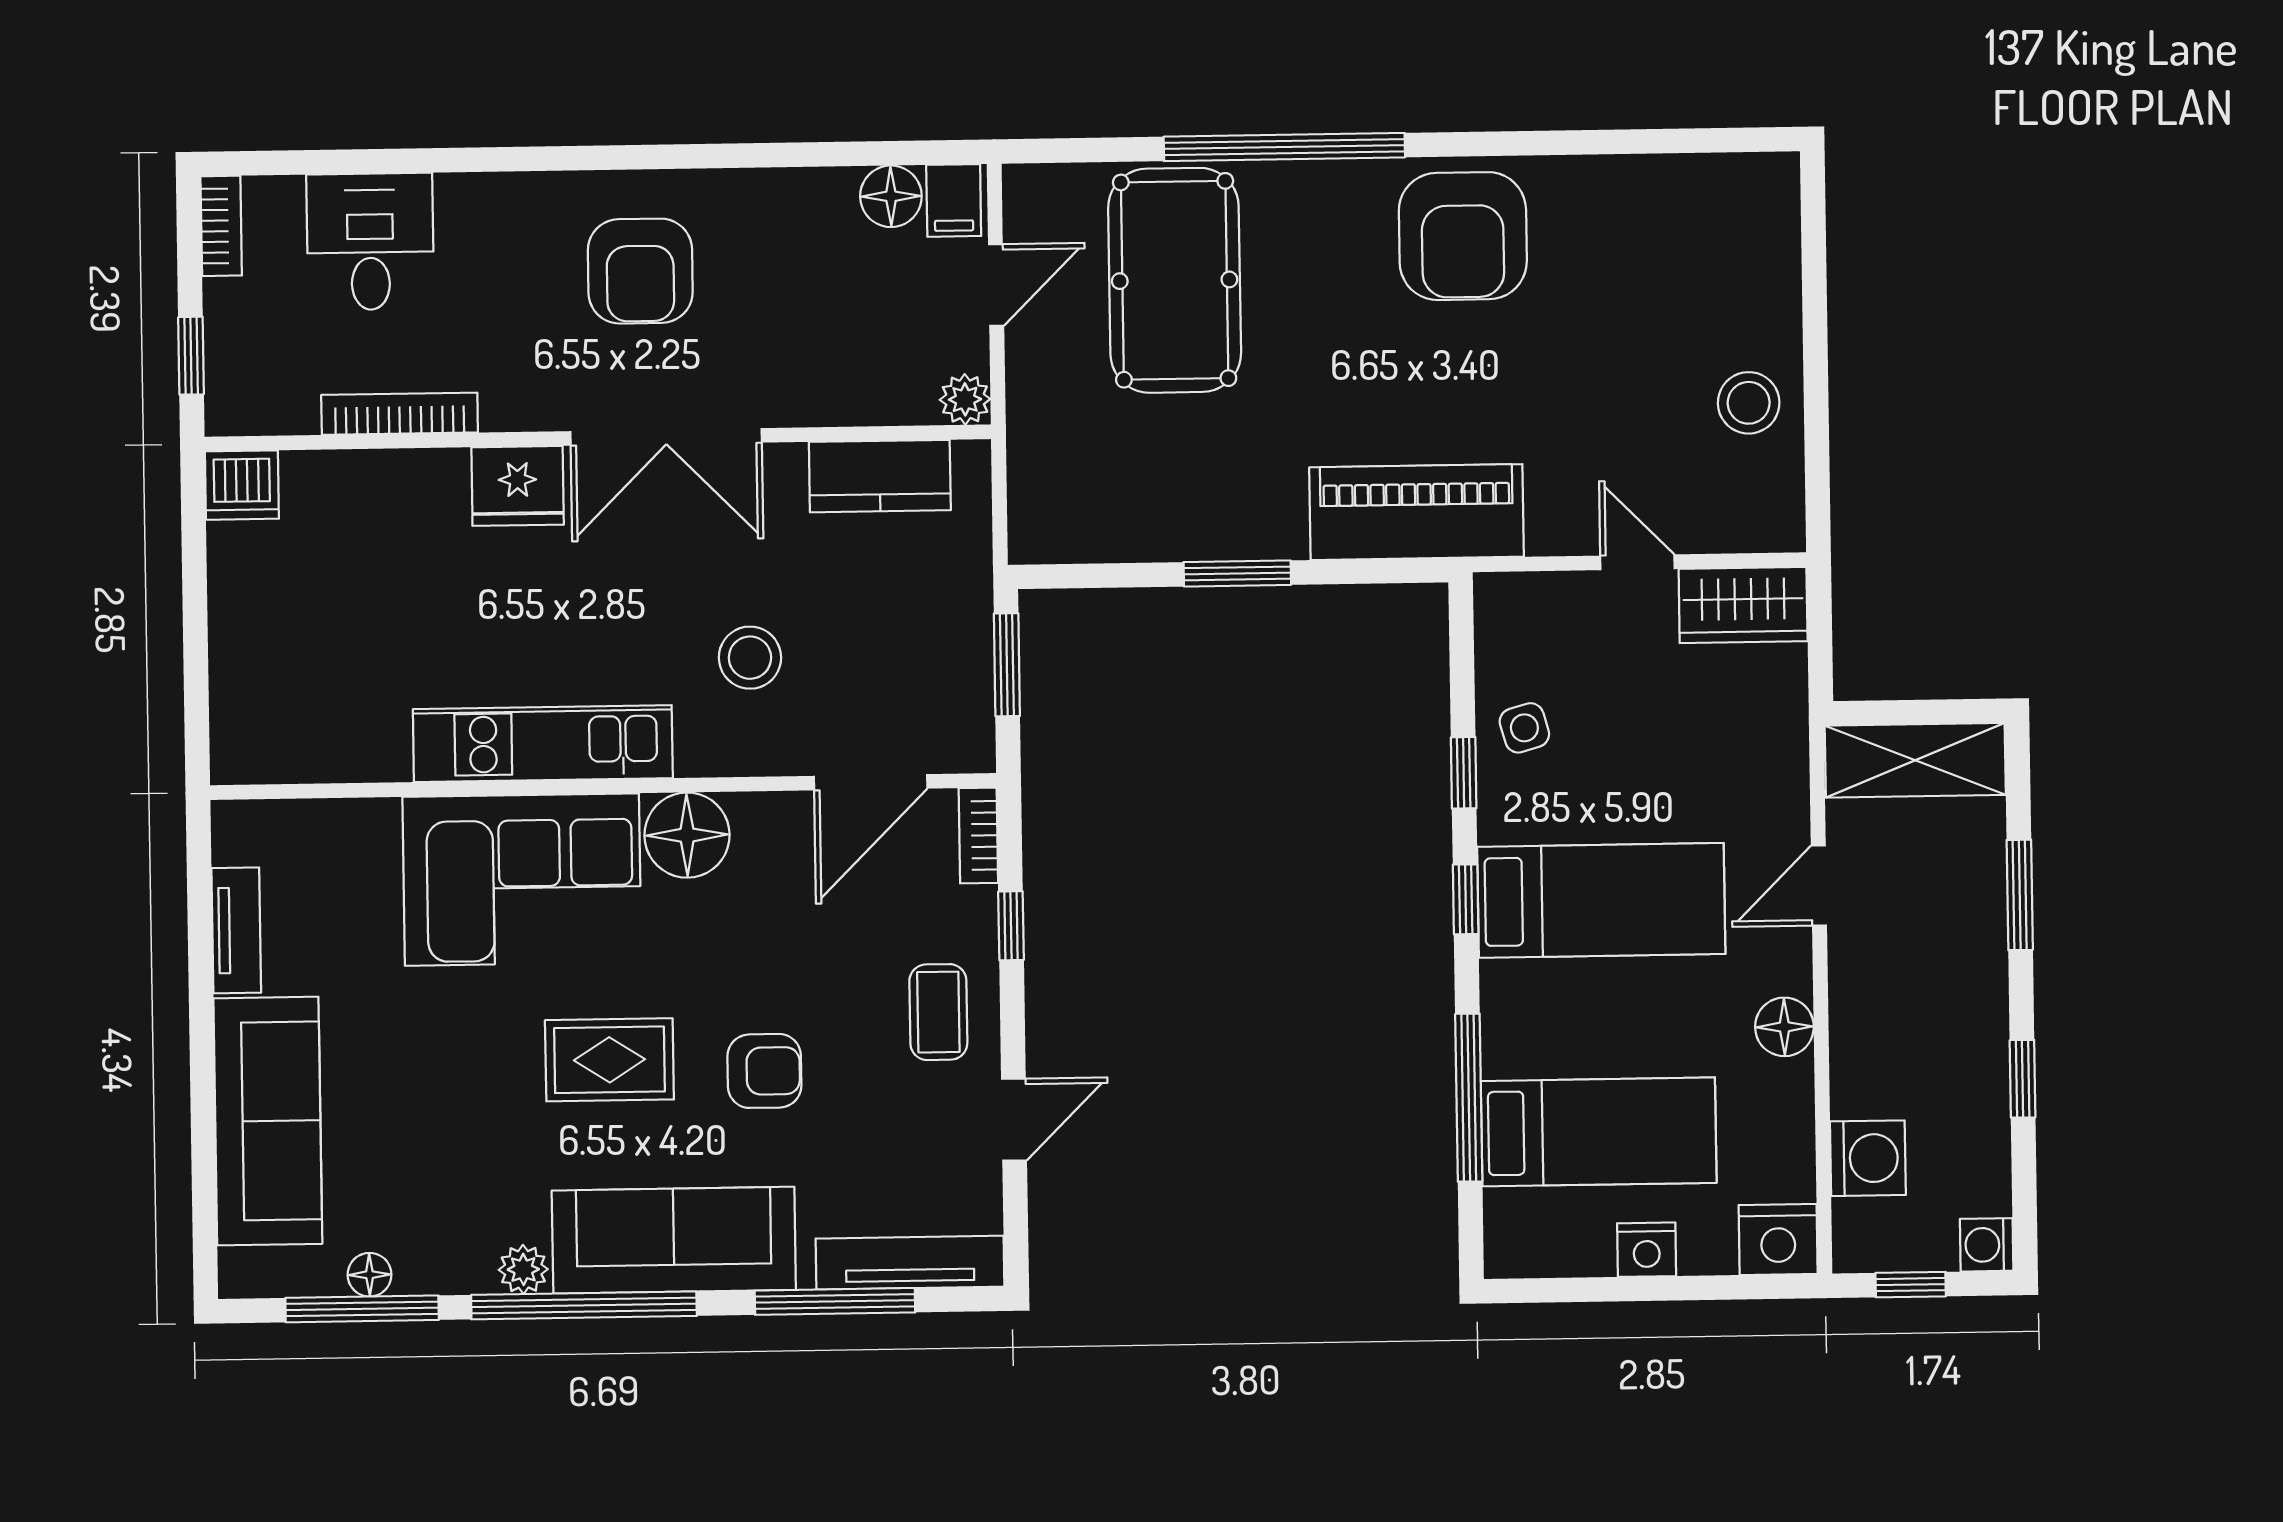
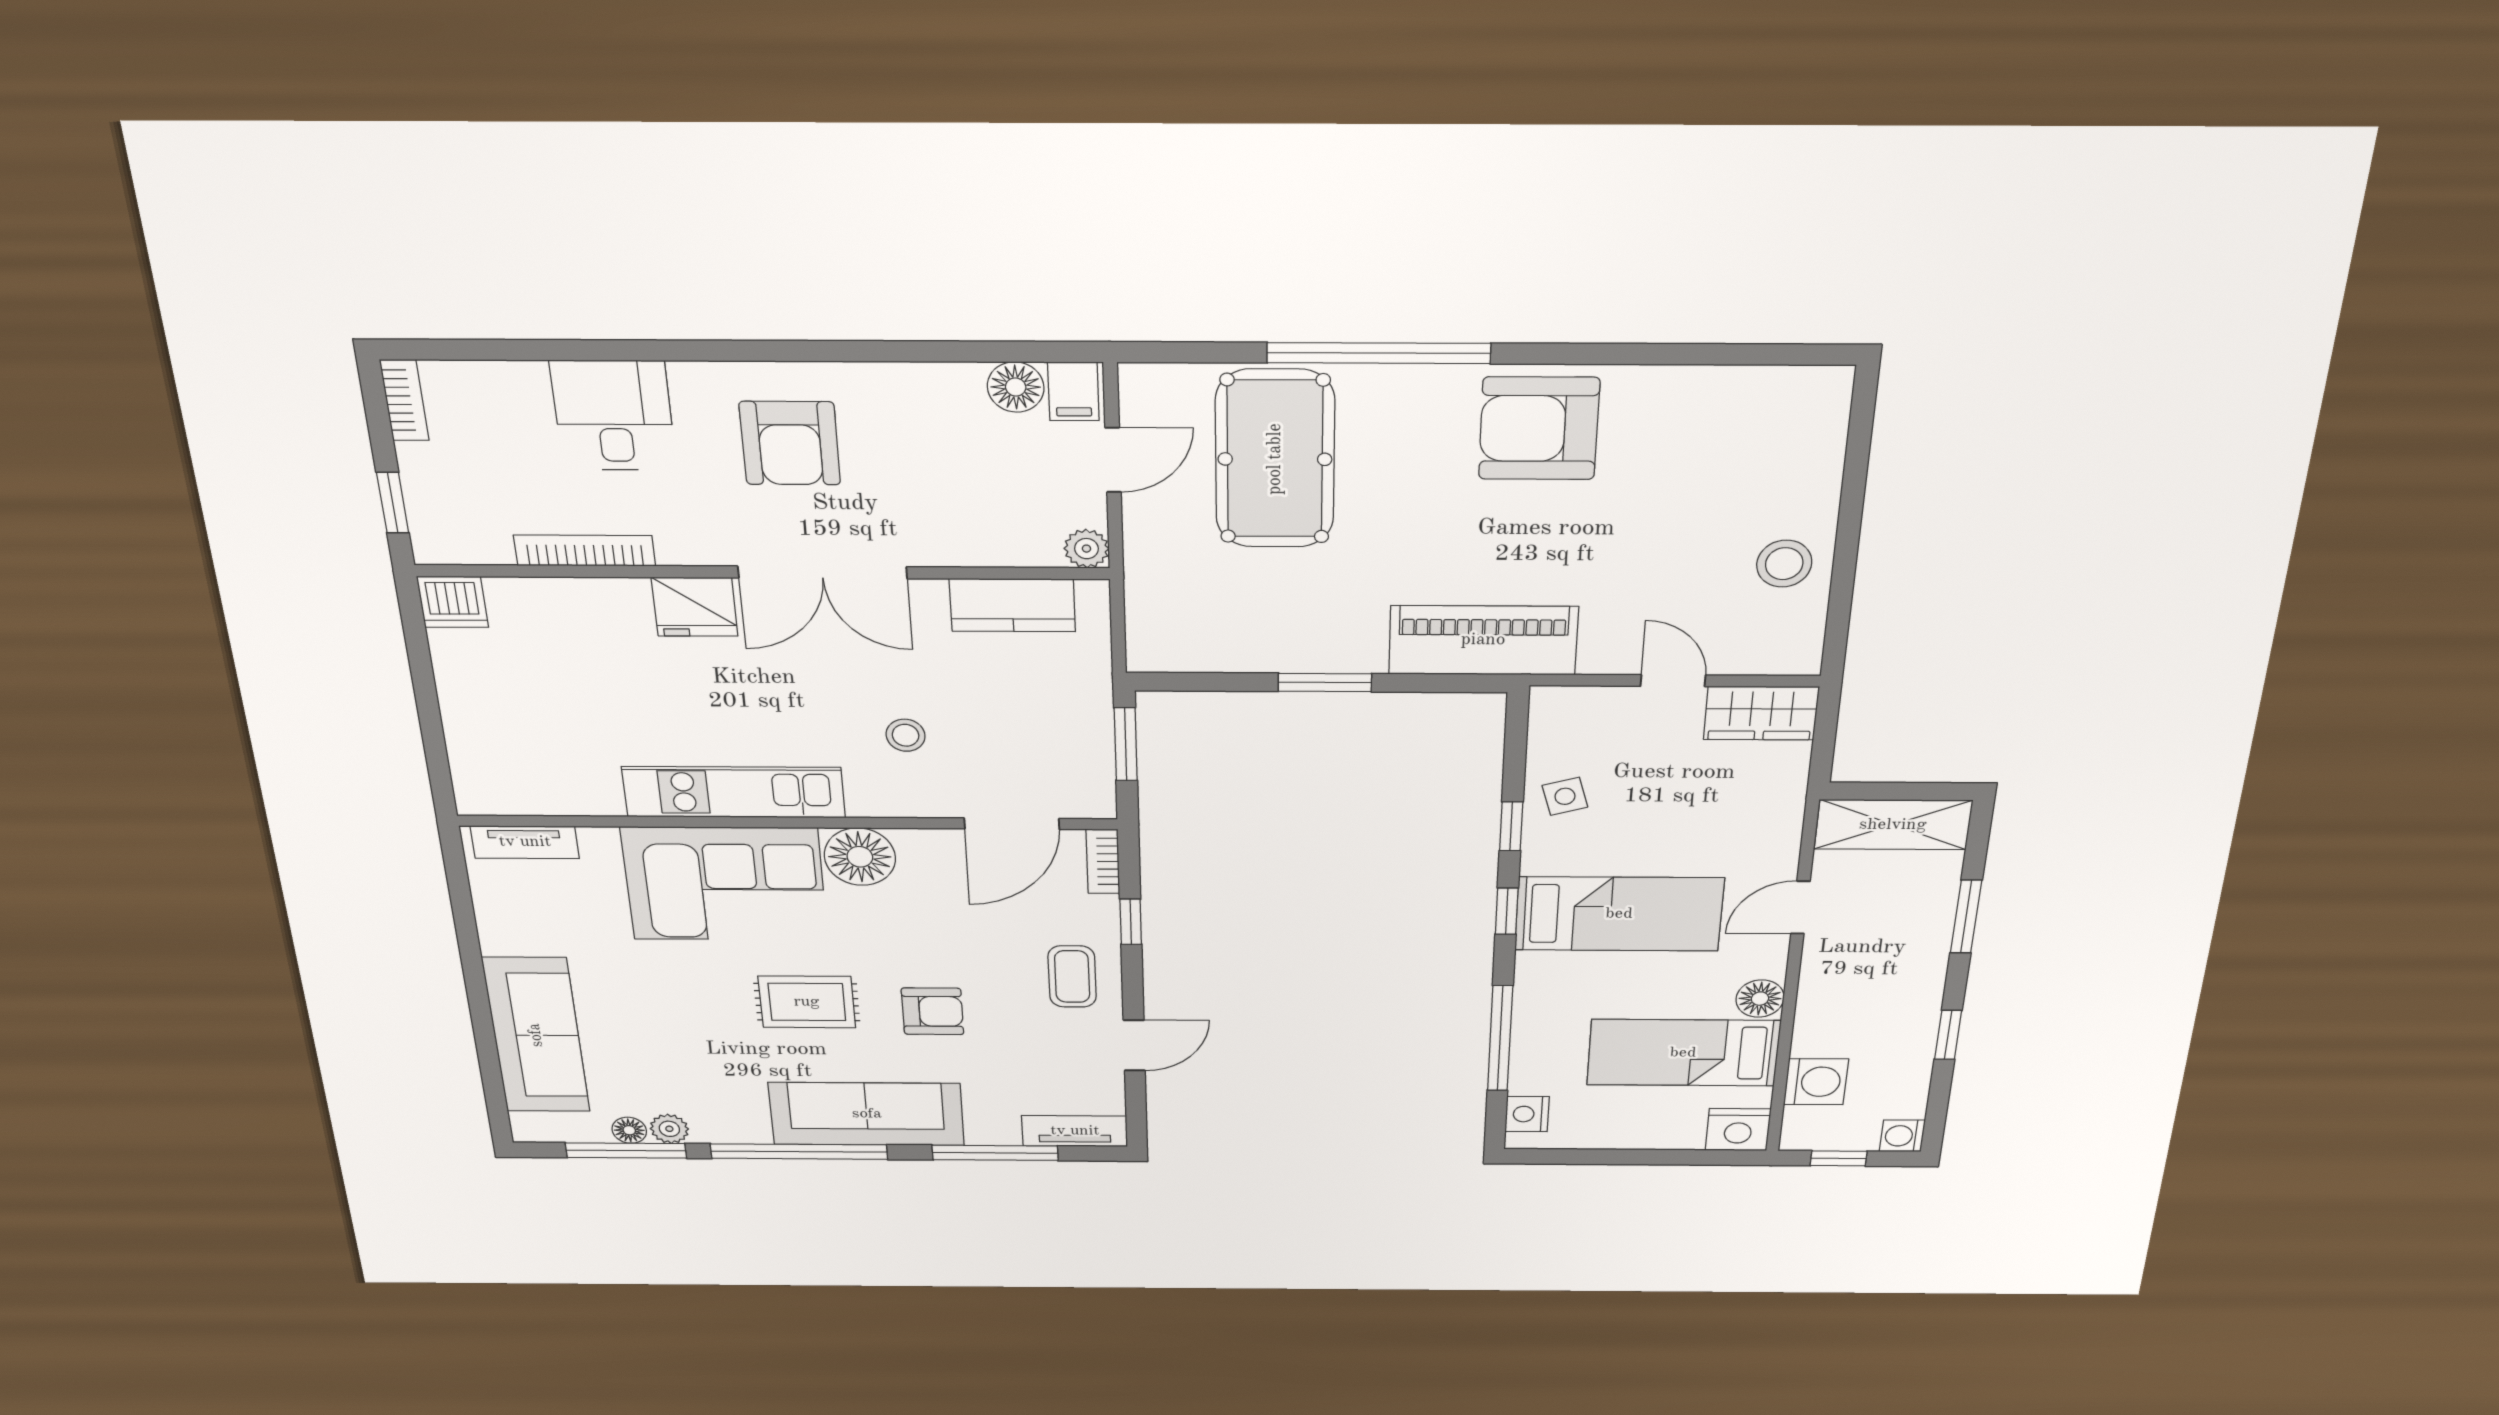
armchair: (1463, 236) -> (1539, 428), turned 90
desk: (370, 242) -> (613, 416), moved
stool: (750, 658) -> (906, 735), width x0.73, depth x0.73
tv unit: (236, 930) -> (525, 842), moved, turned 90
bed: (1599, 1132) -> (1683, 1053), moved, turned 180
nightstand: (1647, 1250) -> (1527, 1114), moved, turned 90
tv unit: (910, 1263) -> (1075, 1131), width x0.71
plant: (523, 1269) -> (669, 1129), moved

